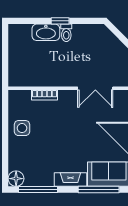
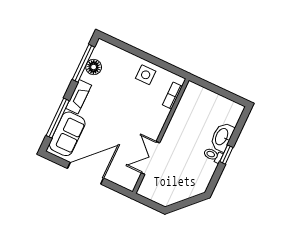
bookcase: (45, 95) -> (172, 96), moved
floor lamp: (16, 179) -> (94, 67), moved

